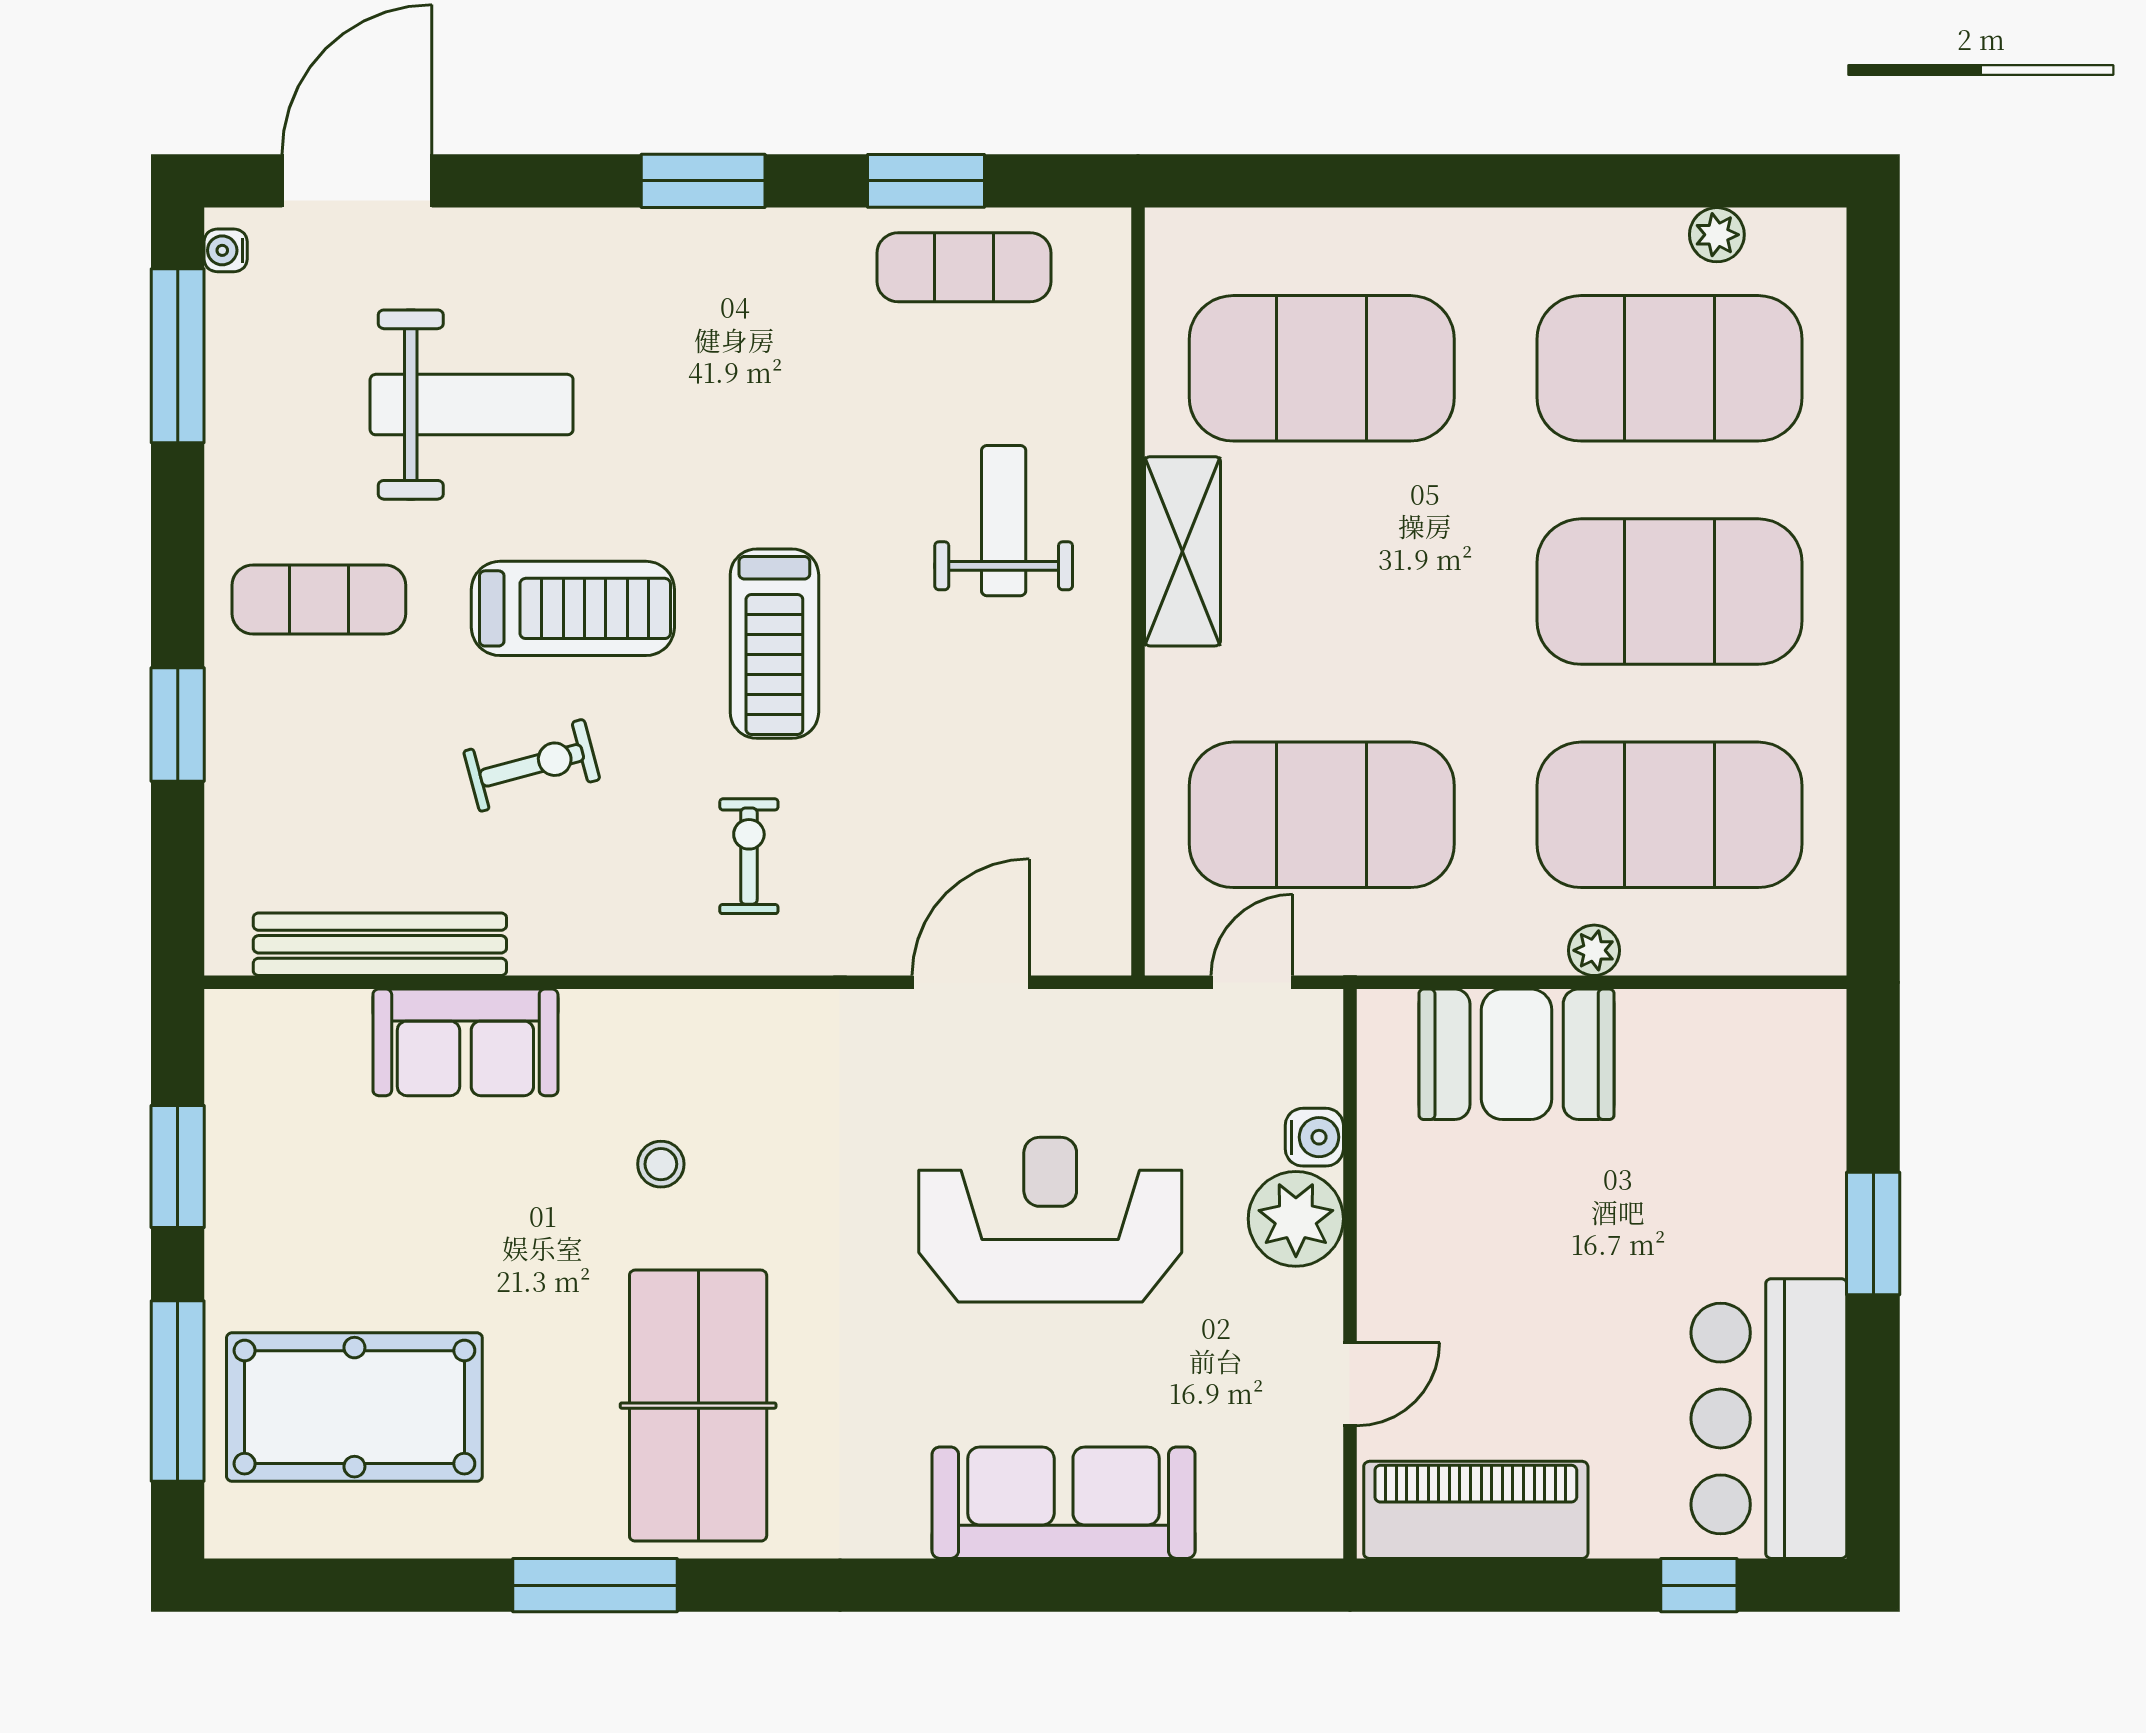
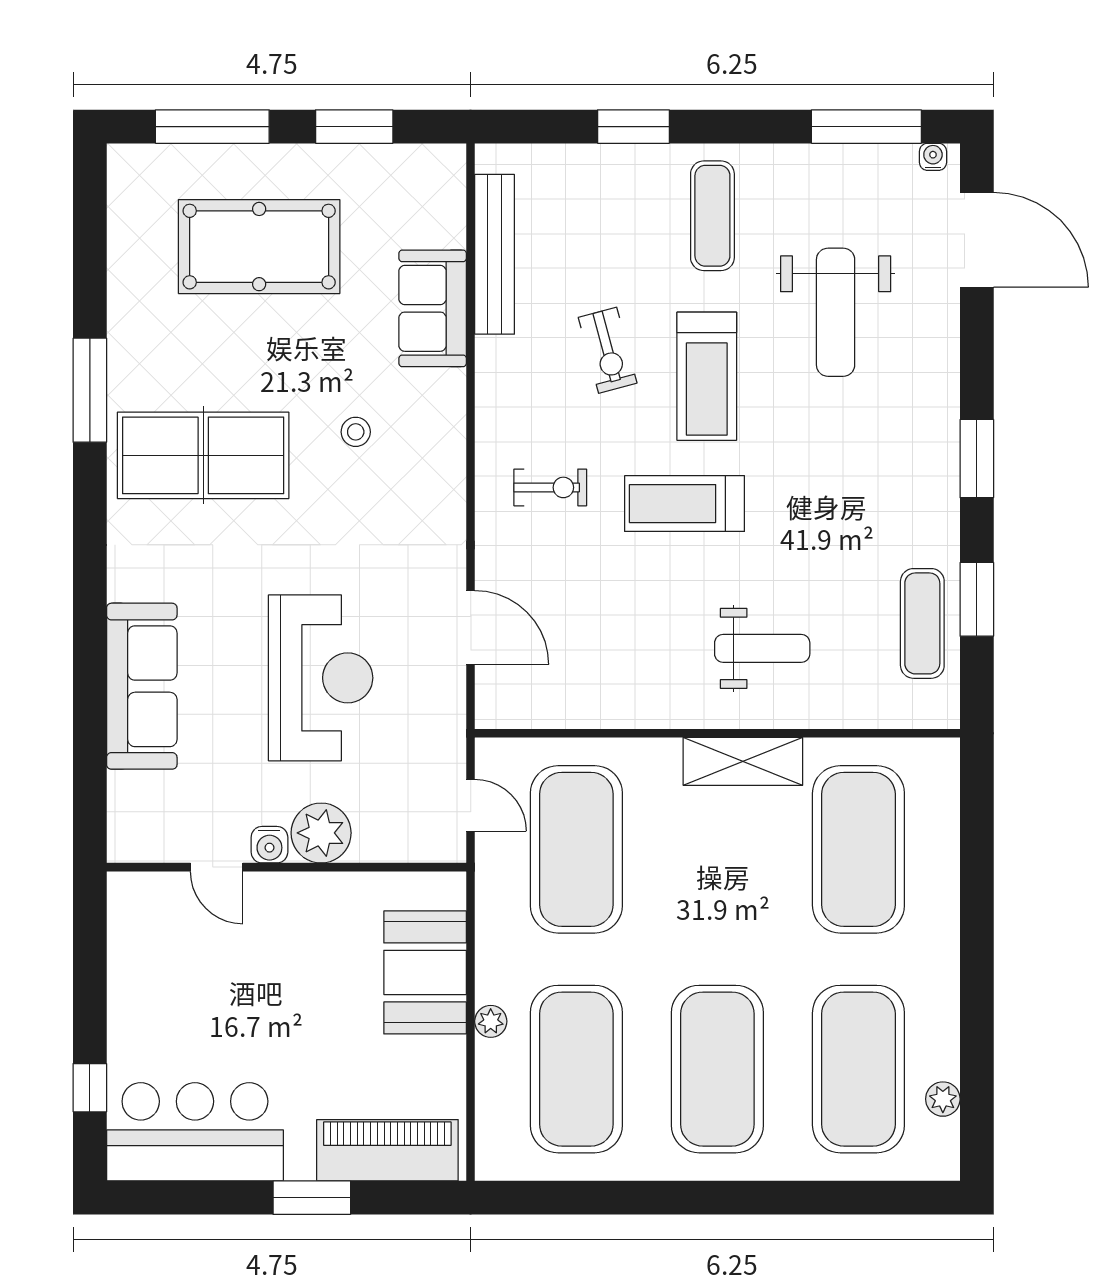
water cooler: (1314, 1137) -> (269, 845), moved
pool table: (354, 1407) -> (259, 247), moved, turned 90
piano: (1476, 1510) -> (387, 1150), moved, turned -90

